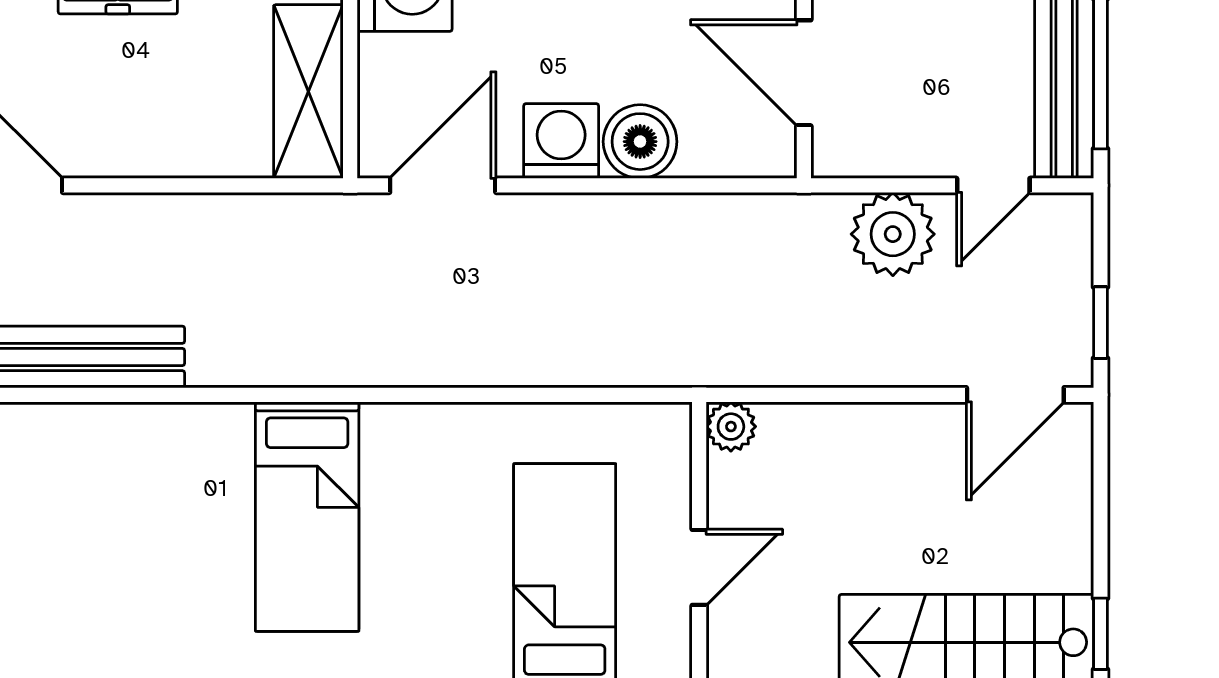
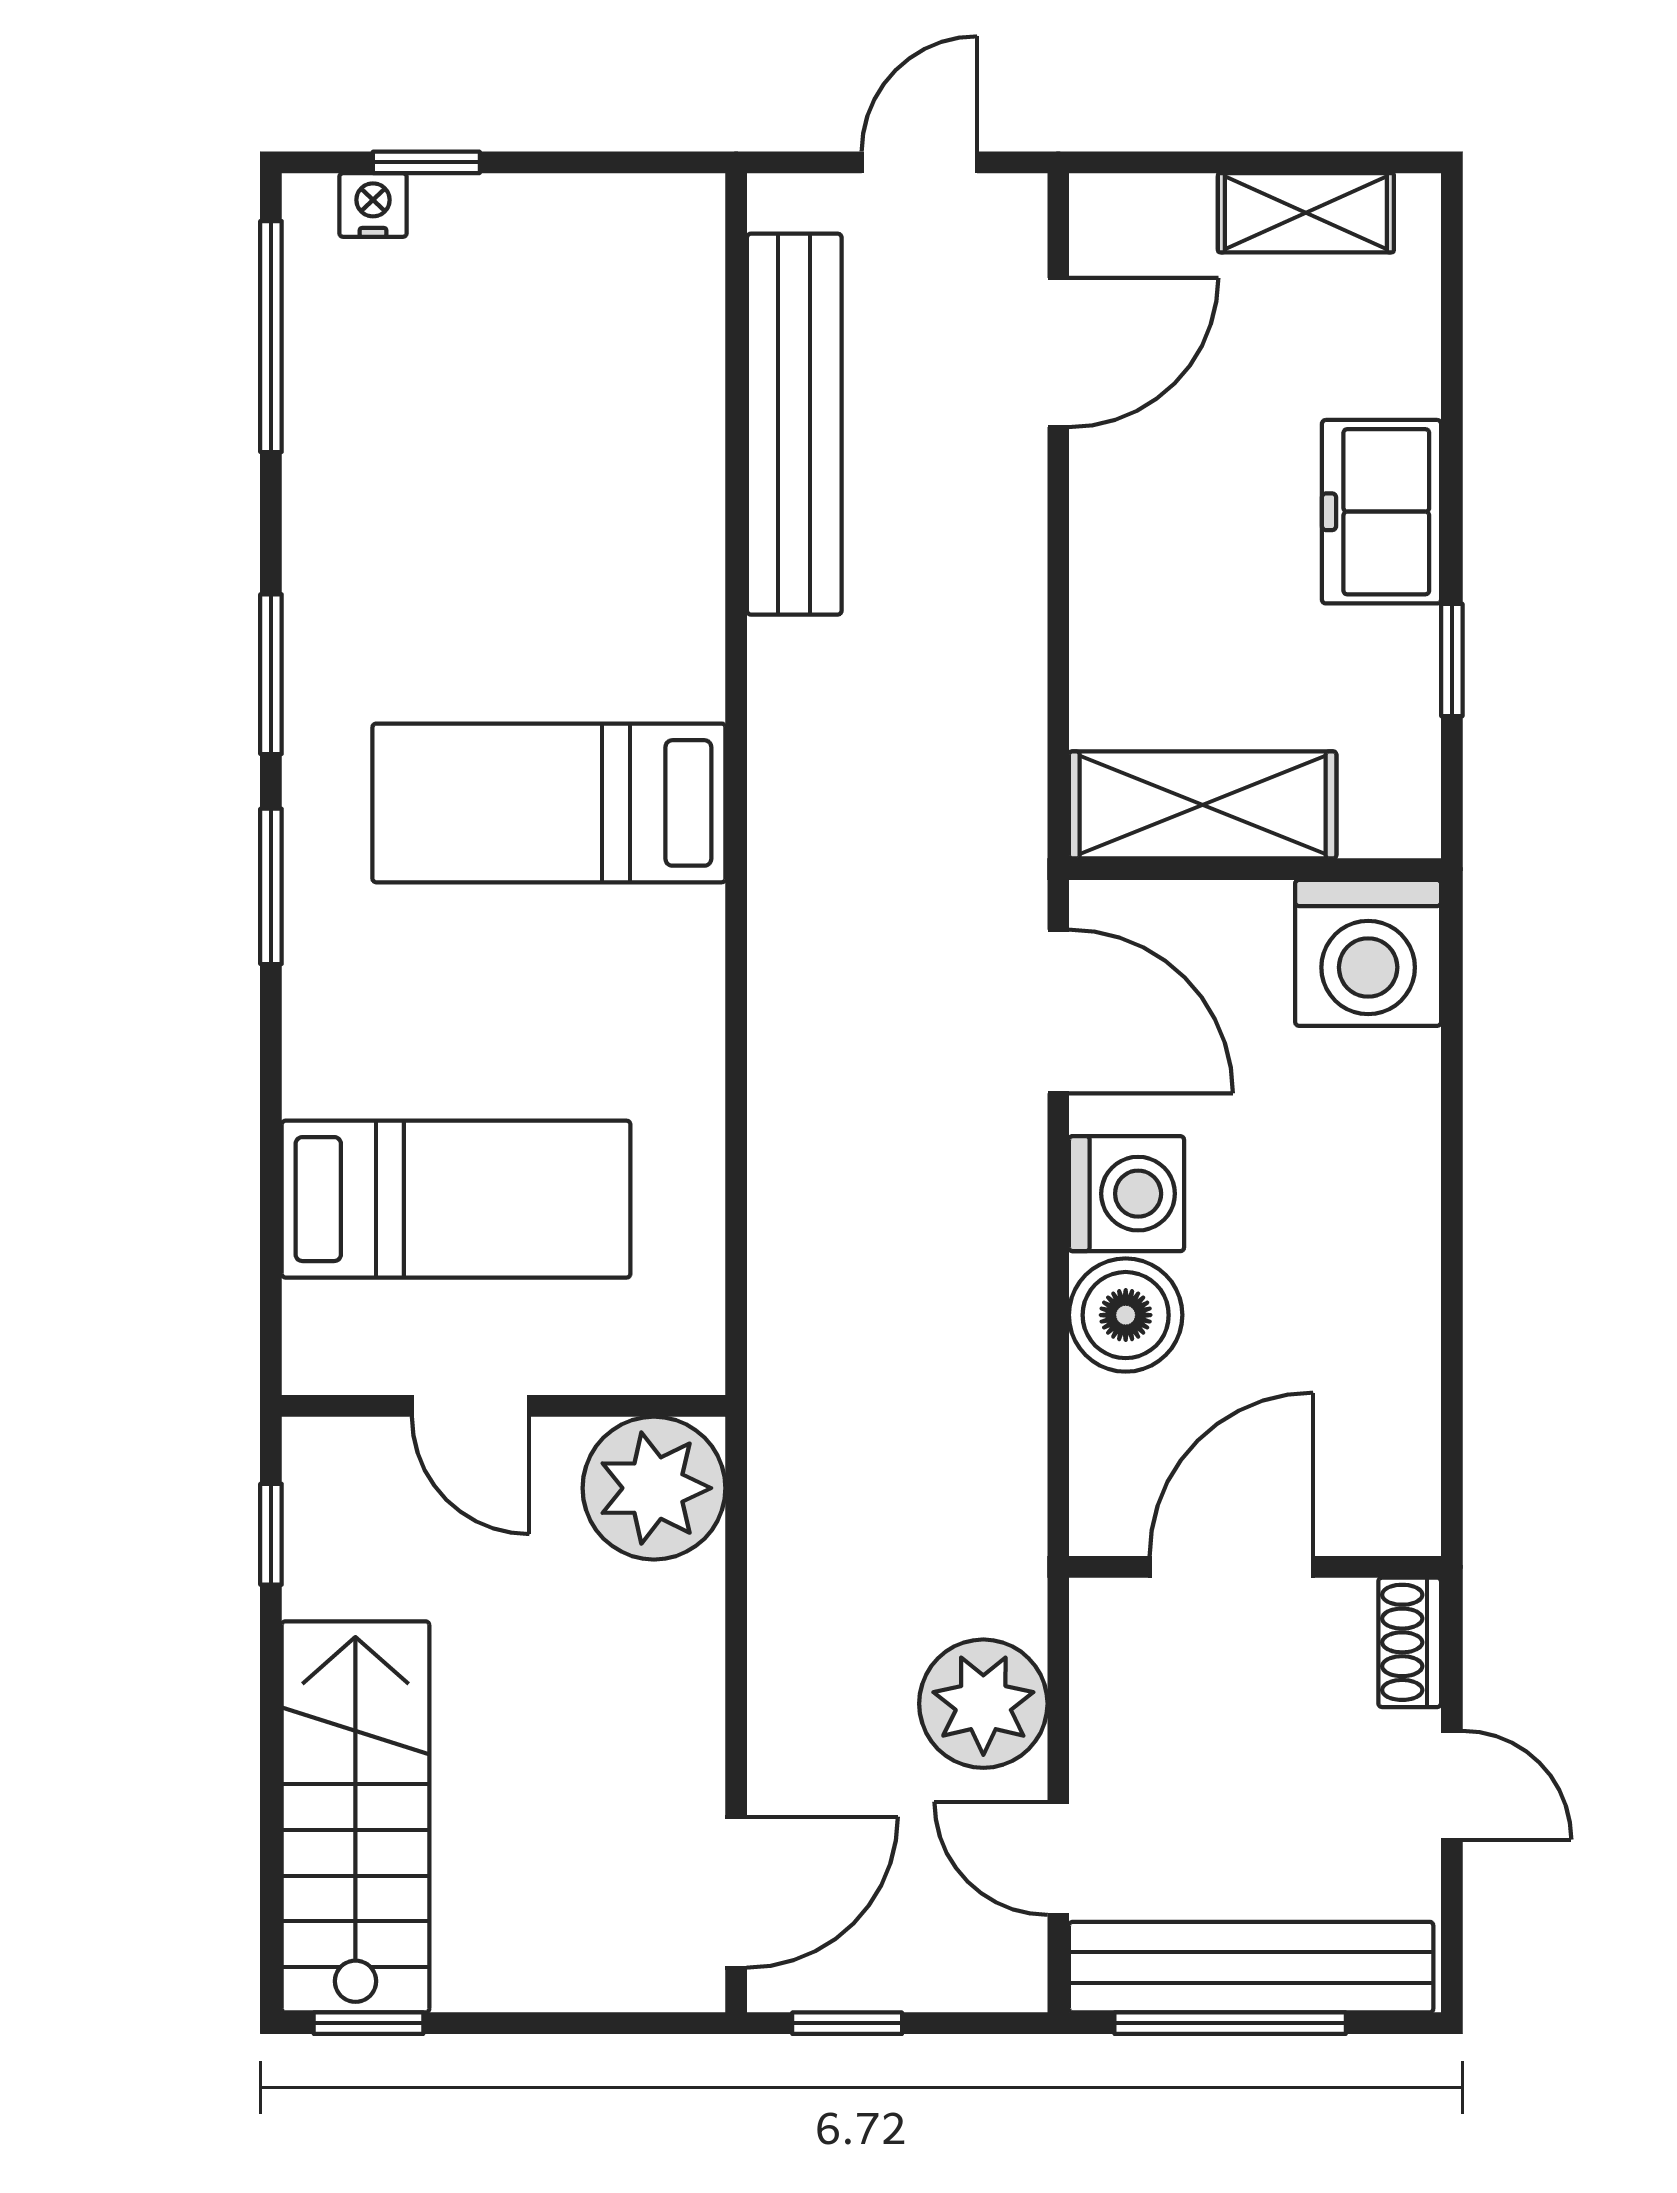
door: (1015, 395) -> (736, 1892), swing flipped
plant: (731, 427) -> (654, 1488), width x1.88, depth x1.88

